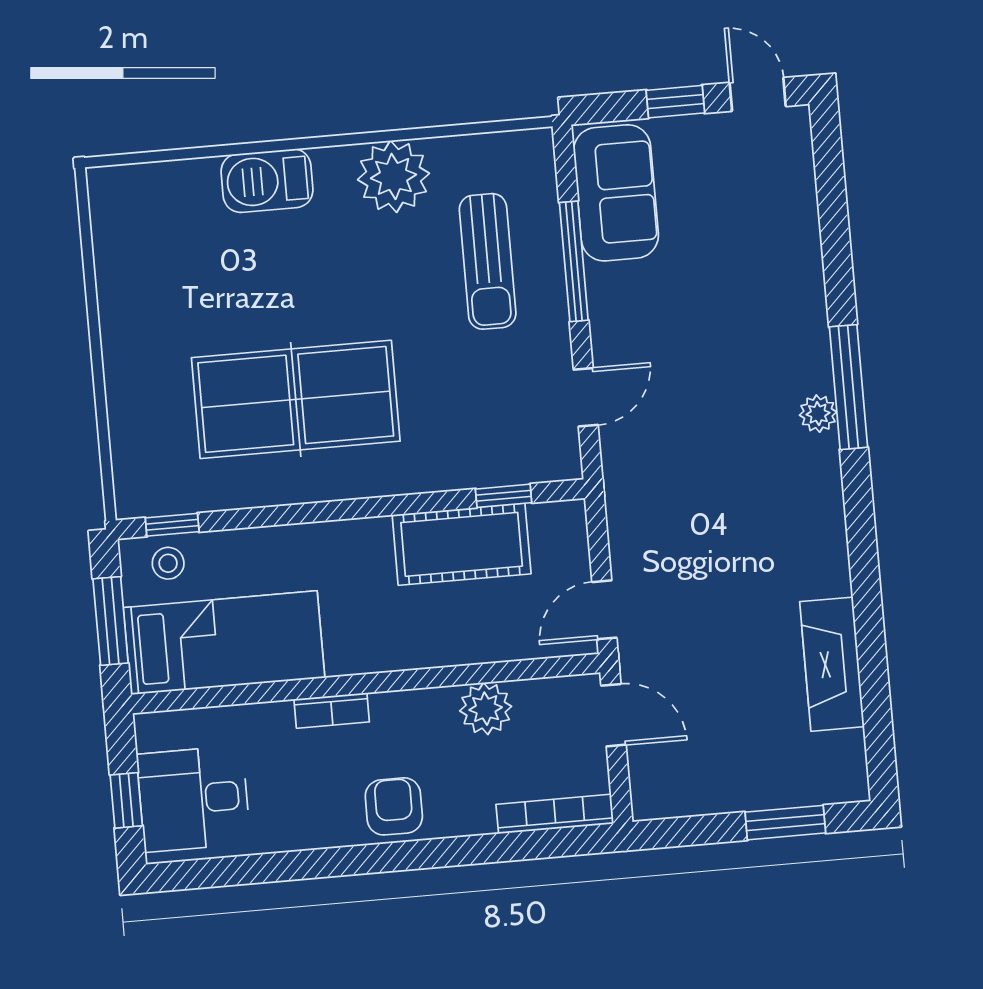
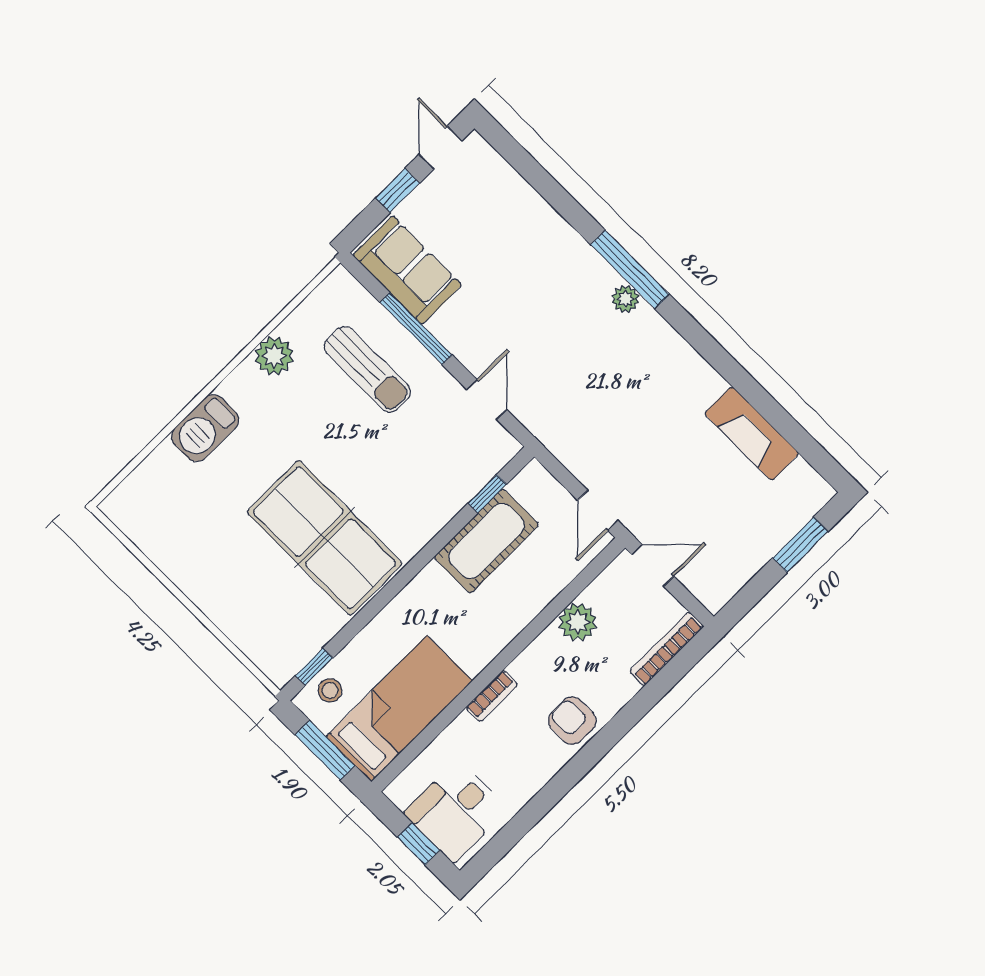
door: (758, 94) -> (441, 148), hinge flipped
plant: (393, 176) -> (274, 356), width x0.73, depth x0.73
table tennis table: (296, 399) -> (325, 538), turned 90

